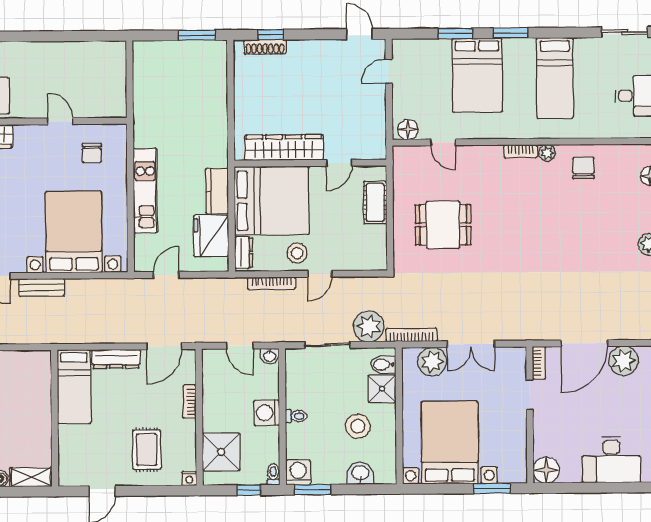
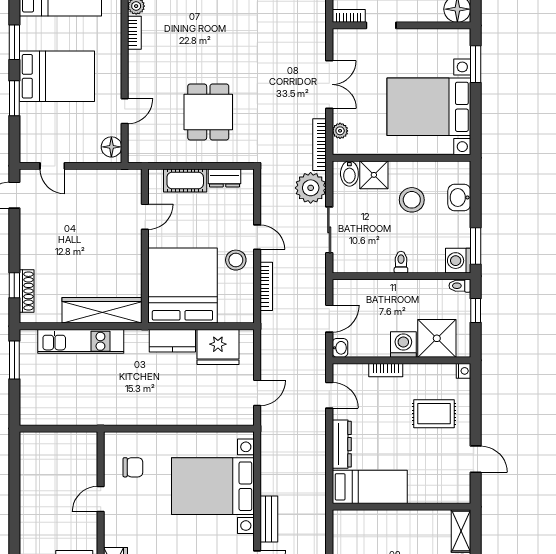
wardrobe: (284, 148) -> (102, 310), moved, turned 90
door: (339, 163) -> (145, 217), hinge flipped
kitchen unit: (145, 191) -> (81, 341), moved, turned 180
dresser: (244, 253) -> (224, 178), moved, turned 180
door: (166, 275) -> (257, 393), swing flipped
door: (164, 346) -> (329, 395), width x0.73
washbasin: (270, 356) -> (340, 348), moved
plant: (432, 362) -> (340, 131), width x0.53, depth x0.53
washing machine: (267, 413) -> (403, 345), moved, turned 180

